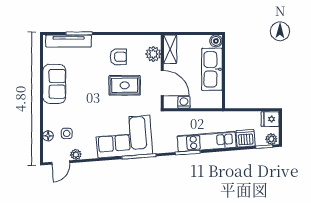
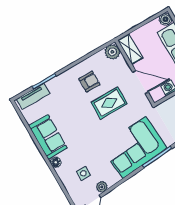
tv unit: (69, 41) -> (33, 96), width x0.71
plant: (153, 54) -> (112, 52), moved
floor lamp: (48, 136) -> (56, 162), moved

